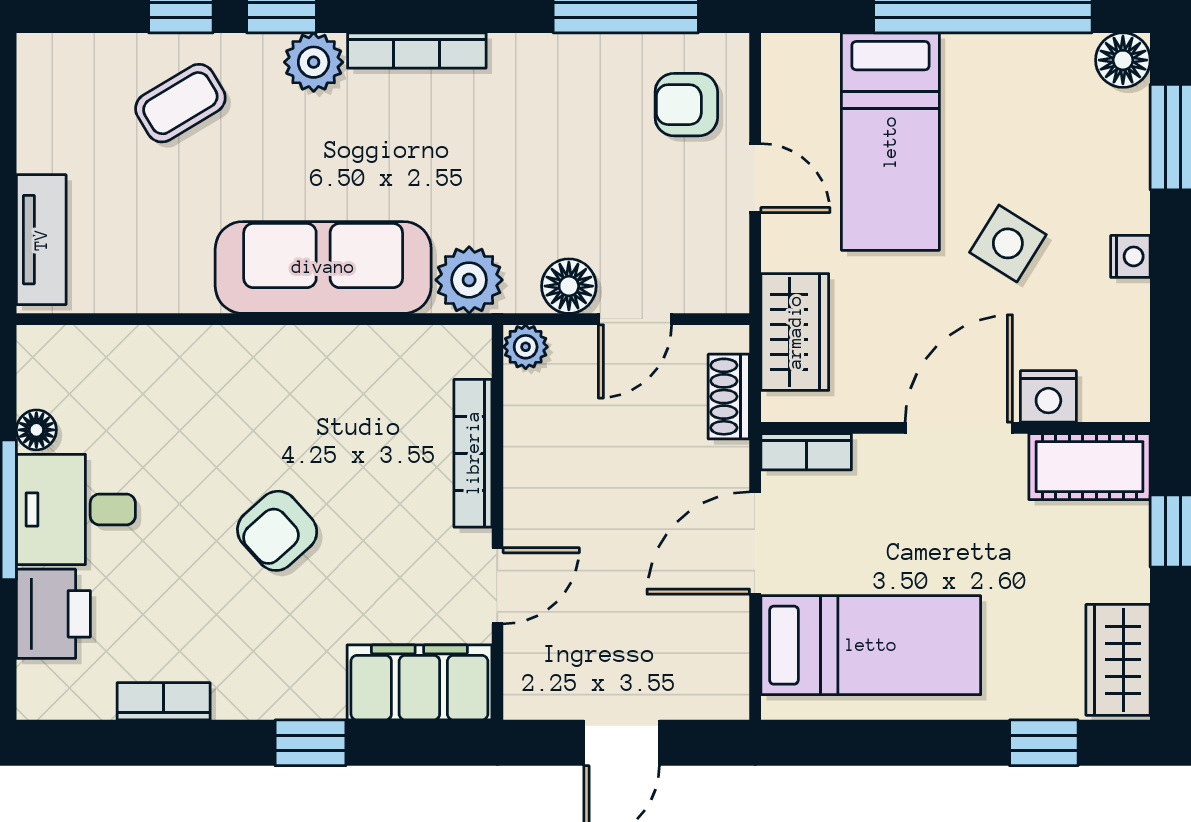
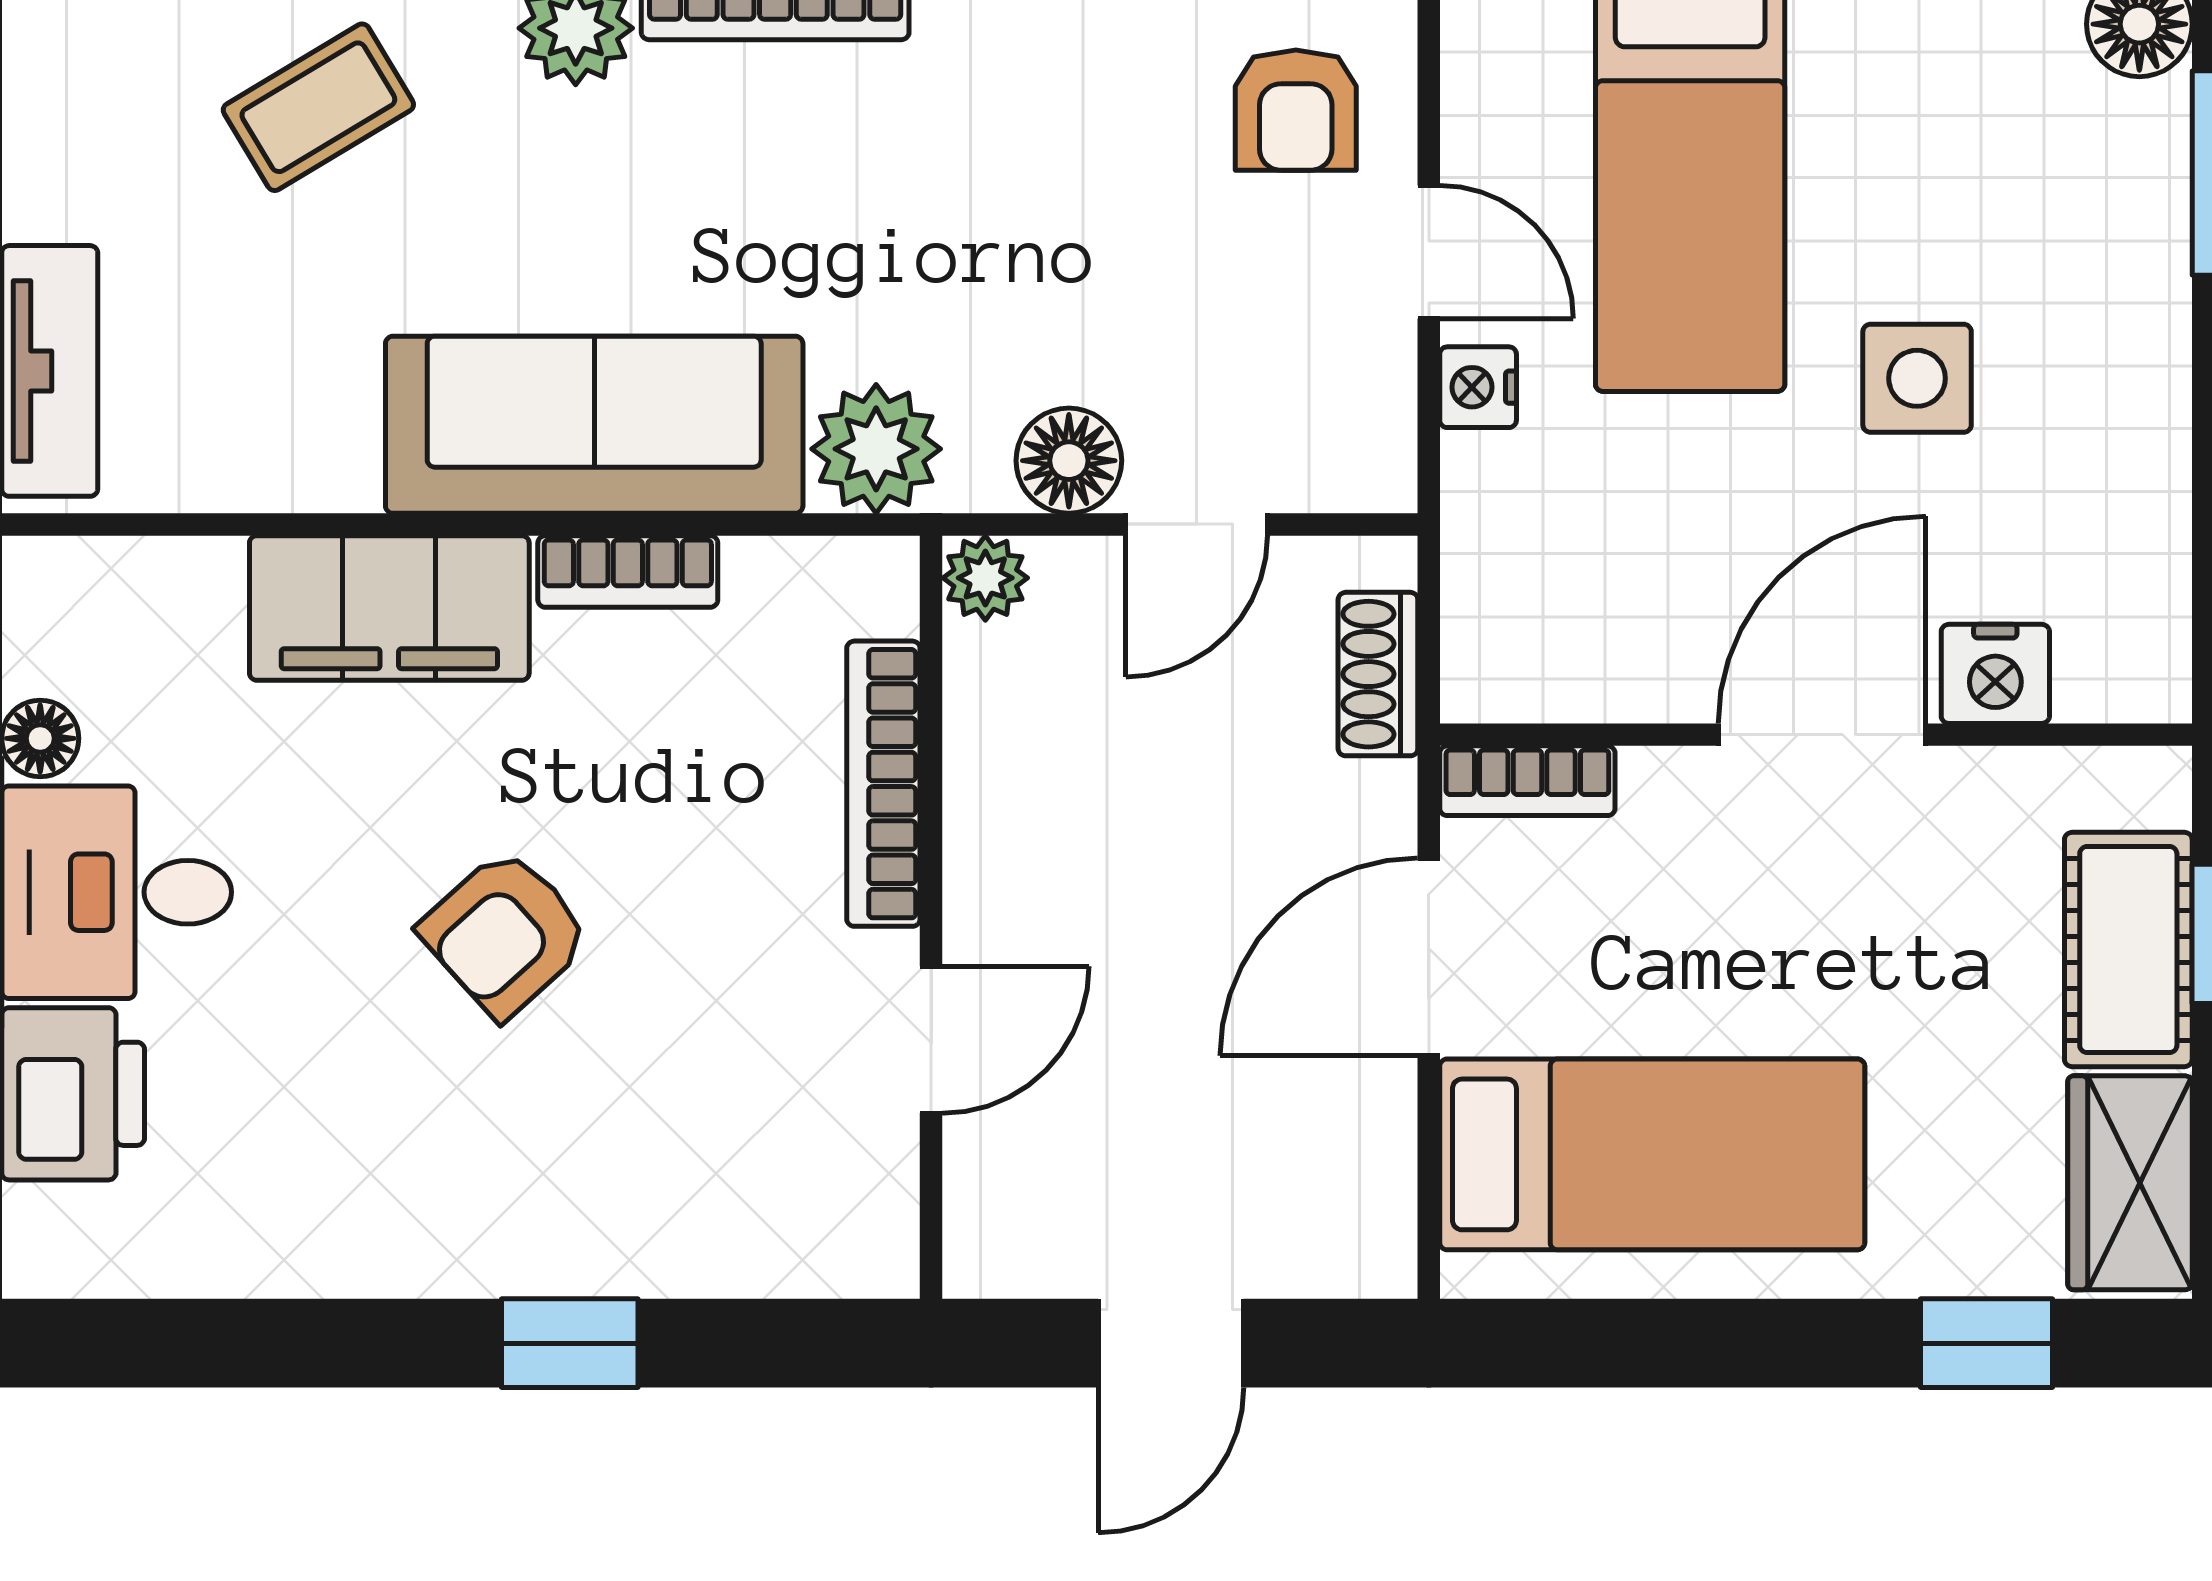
armchair: (686, 105) -> (1296, 110), turned -90
side table: (1008, 243) -> (1917, 378), turned -32
nightstand: (1130, 256) -> (1478, 387), moved, turned 180
wardrobe: (795, 332) -> (1505, 549), removed
cot: (1090, 467) -> (2128, 950), moved, turned 90
filing cabinet: (419, 682) -> (389, 608), moved, turned 180
bookcase: (164, 701) -> (628, 571), moved, turned 180

